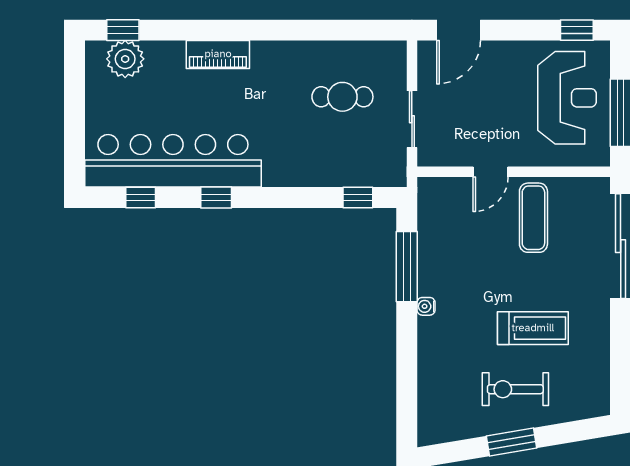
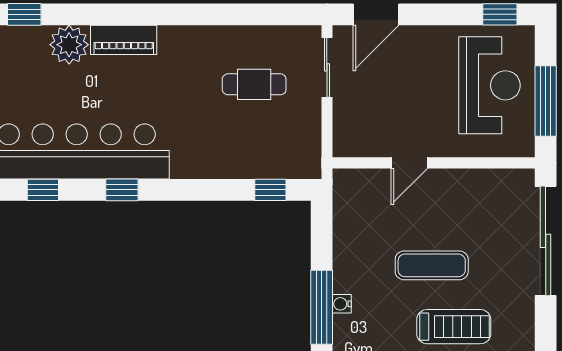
plant: (125, 59) -> (69, 45), moved
sliding door: (412, 119) -> (327, 67), moved
exercise mat: (533, 218) -> (432, 265), moved, turned 90
window: (407, 267) -> (322, 307), moved

